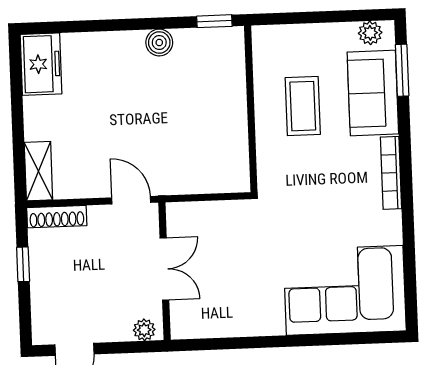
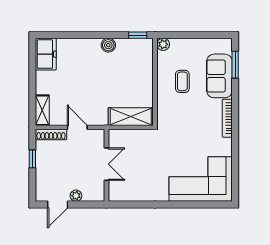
plant: (370, 33) -> (163, 44), moved
coffee table: (303, 106) -> (182, 81), width x0.73, depth x0.77
shelving: (207, 177) -> (131, 117), added
door: (131, 200) -> (77, 127), moved
plant: (144, 330) -> (76, 196), moved

